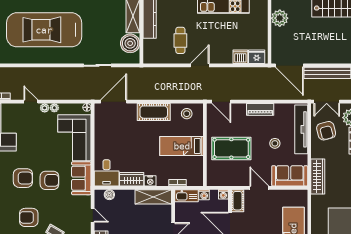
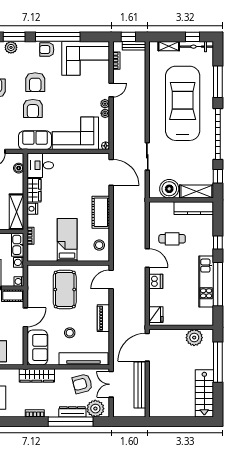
dishwasher: (240, 57) -> (156, 281), moved

